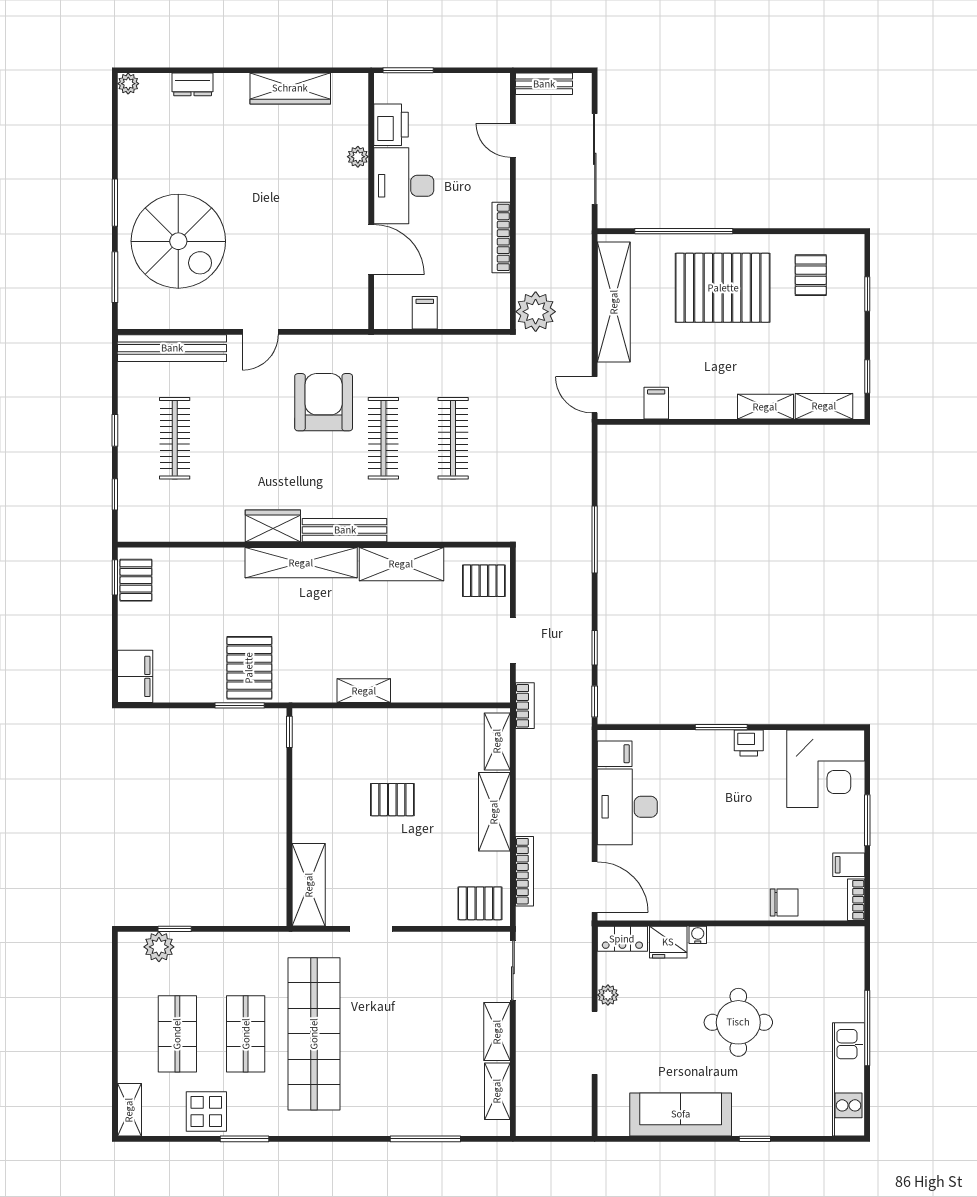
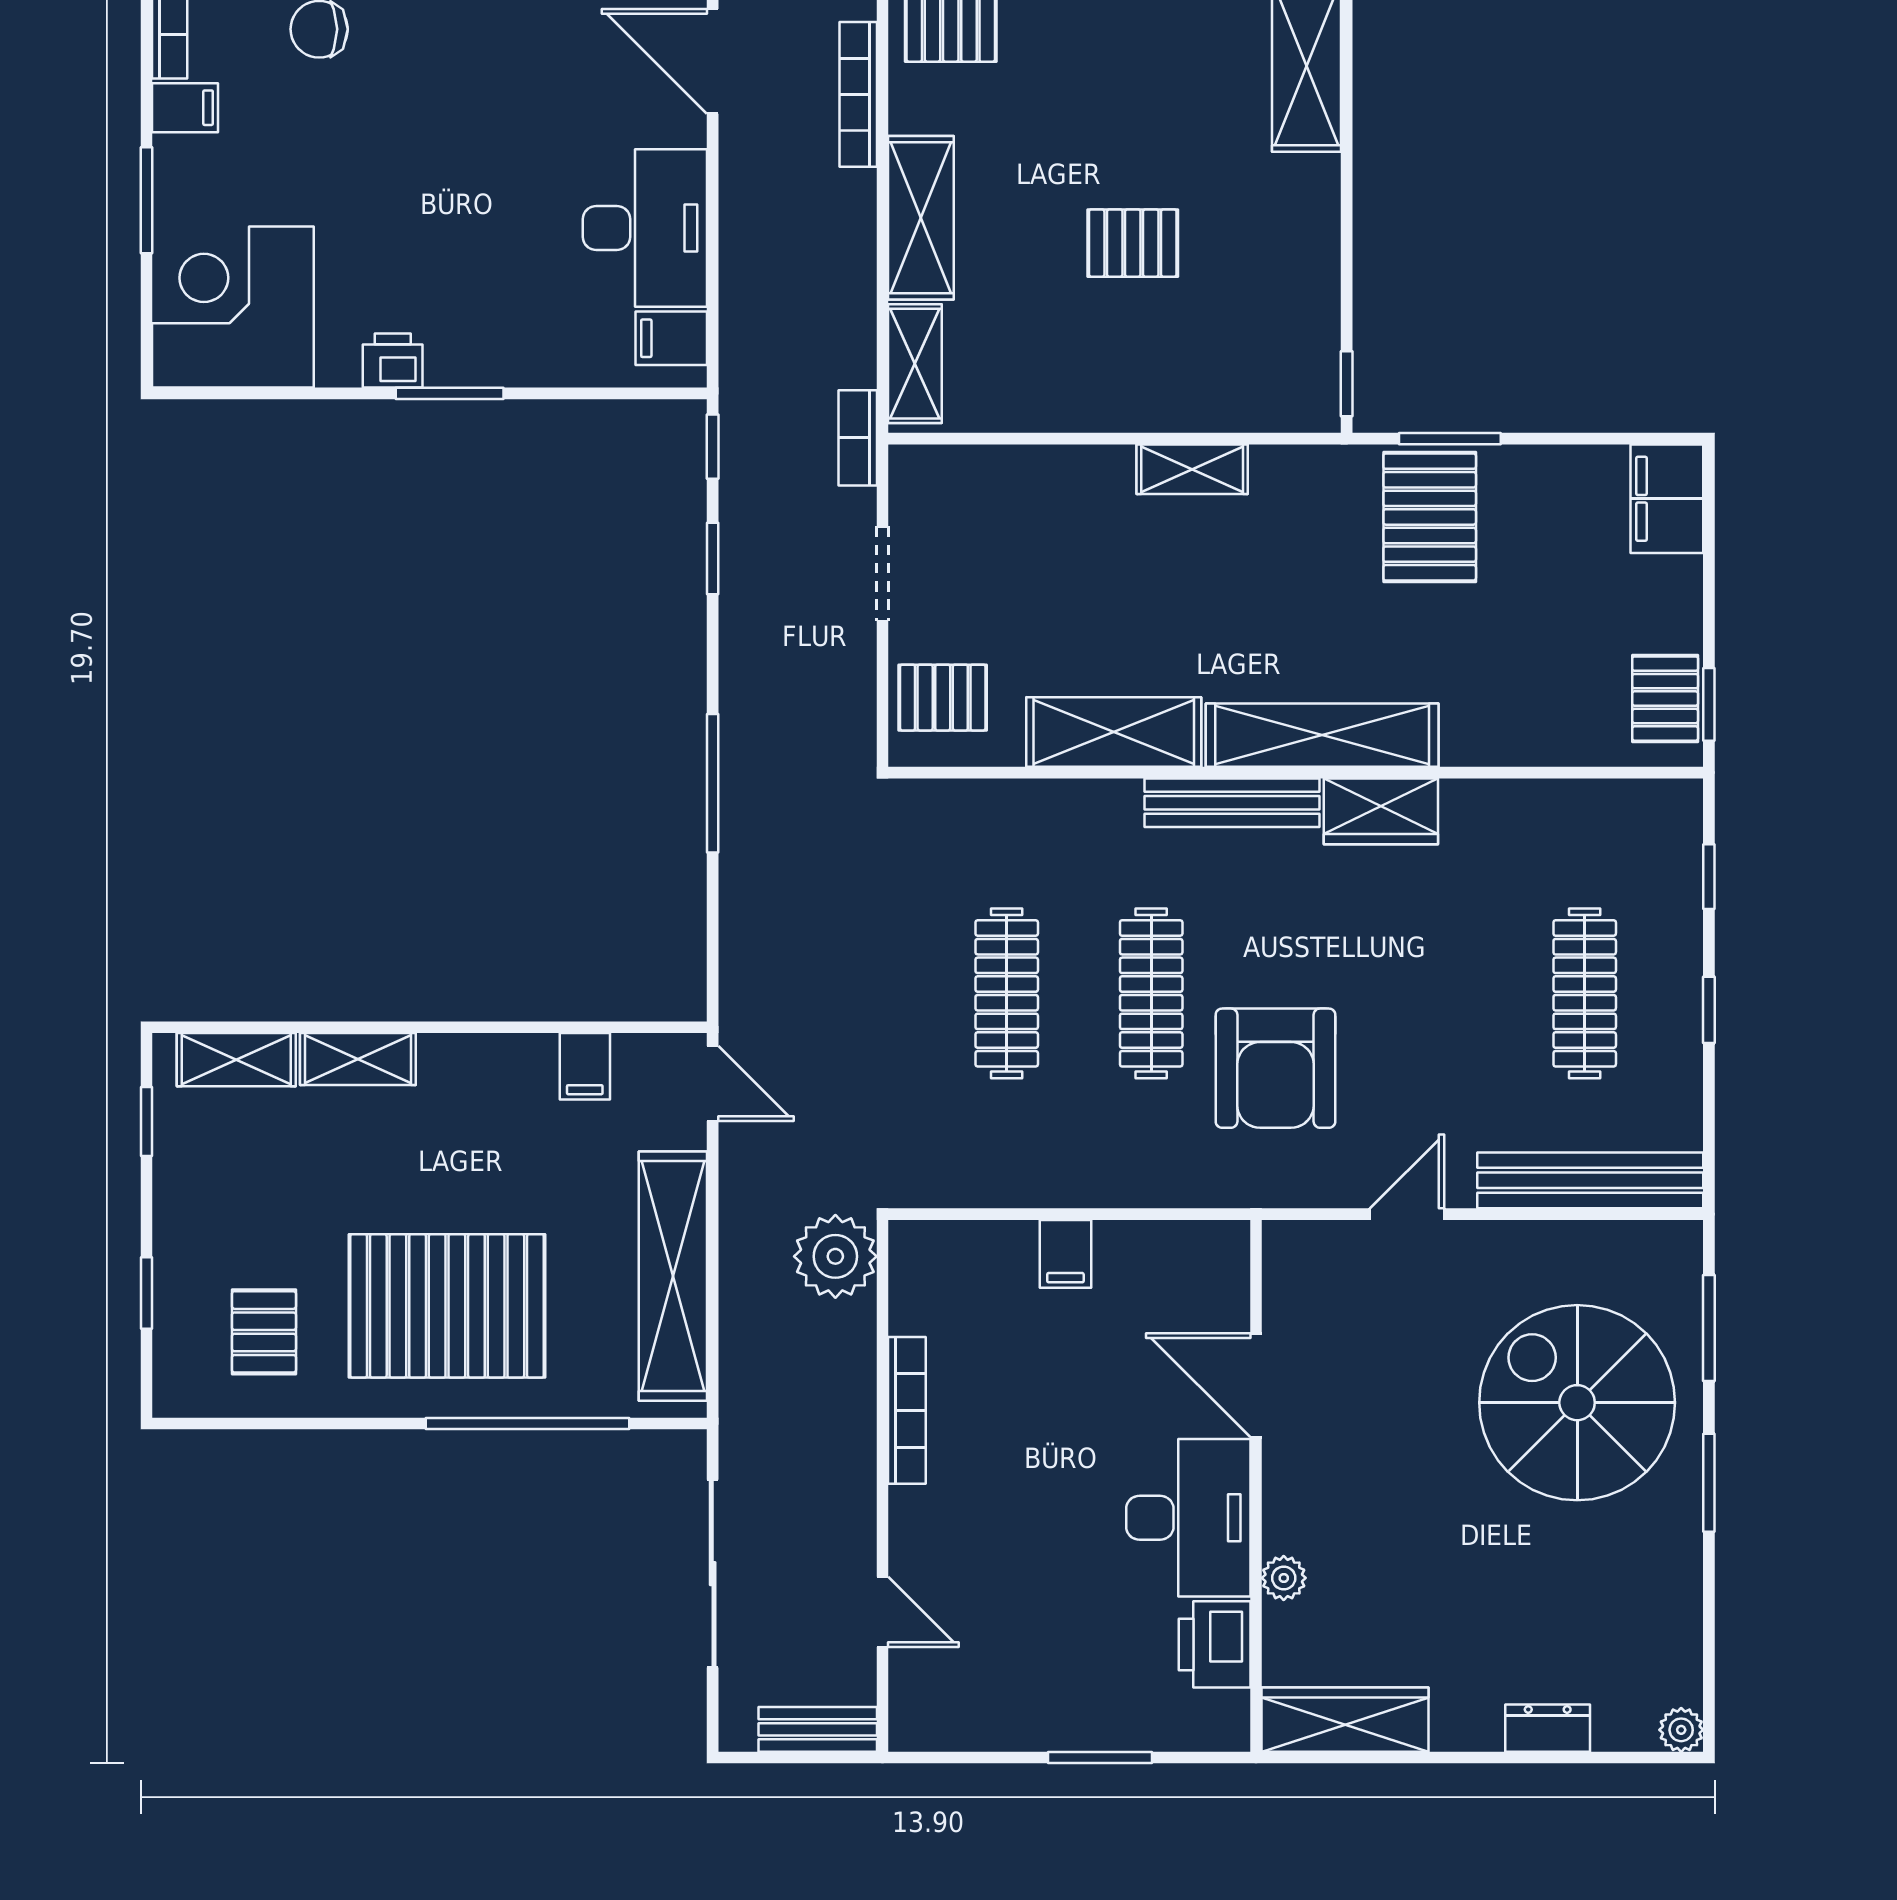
printer: (391, 125) -> (1215, 1644), moved
plant: (358, 157) -> (1284, 1578), moved
desk: (404, 186) -> (1188, 1518), moved
wall: (371, 201) -> (1256, 1486), moved
door: (371, 250) -> (1256, 1385), moved

